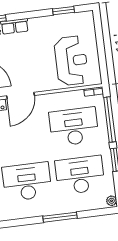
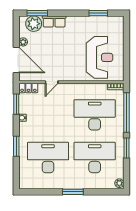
door: (21, 96) -> (52, 82), width x0.53
window: (60, 217) -> (73, 192), width x0.69

